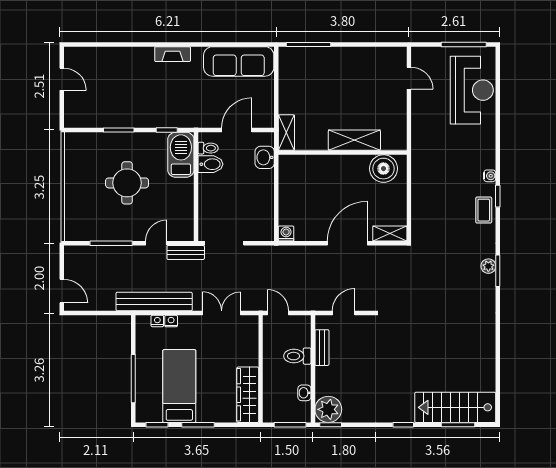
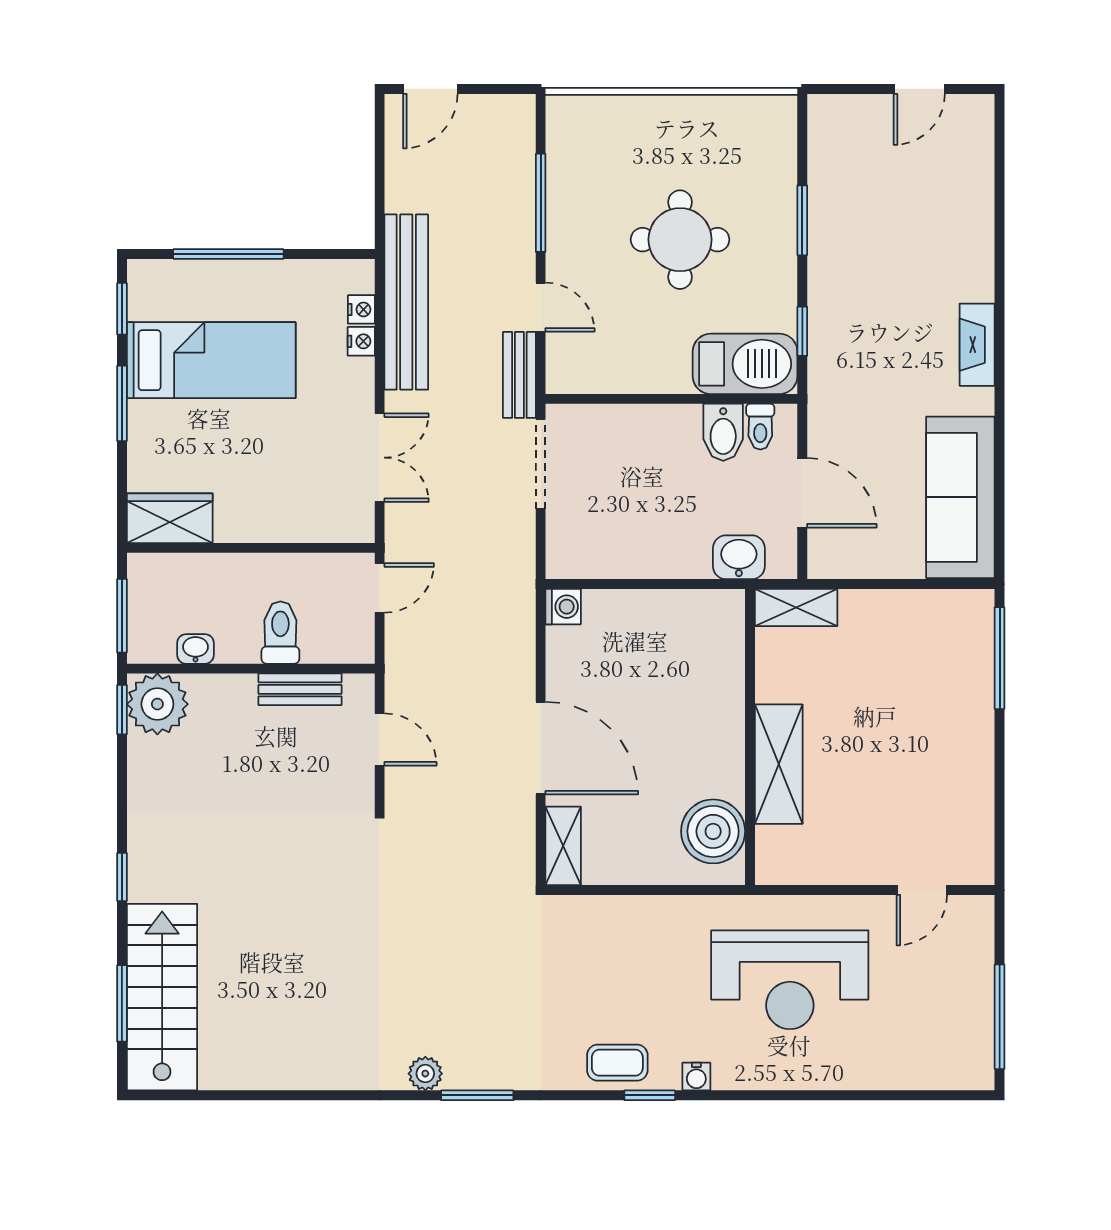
reception desk: (472, 90) -> (790, 980), moved
plant: (488, 266) -> (425, 1074), moved
wardrobe: (248, 395) -> (170, 518), width x0.67

